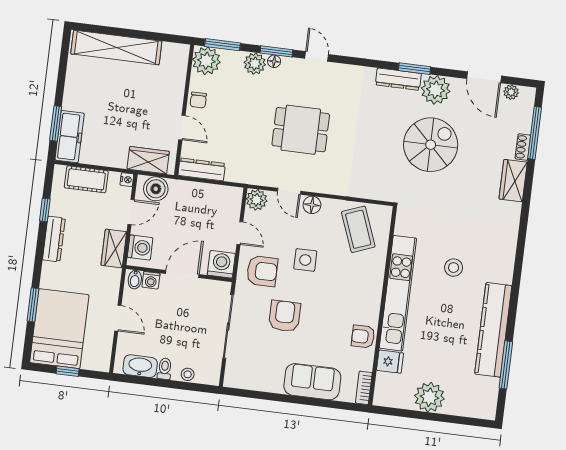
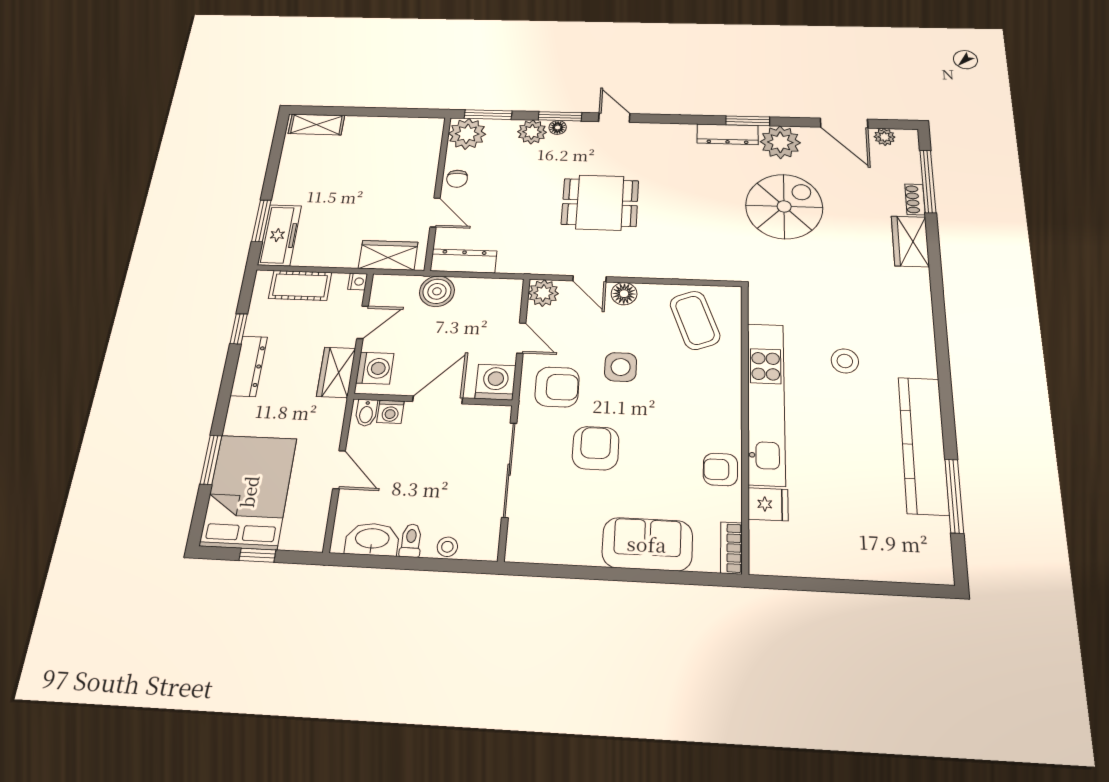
shelving: (116, 47) -> (316, 124), width x0.45, depth x0.75
boiler: (156, 189) -> (437, 291), moved
plant: (429, 397) -> (840, 555), removed

